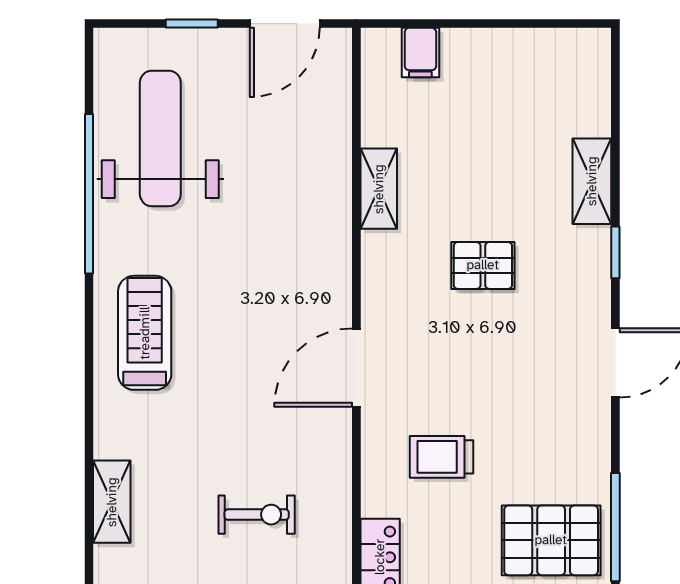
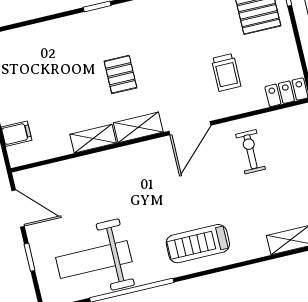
shelving: (592, 181) -> (138, 127), moved
door: (356, 368) -> (190, 128), hinge flipped
exercise bike: (257, 515) -> (251, 152), moved

